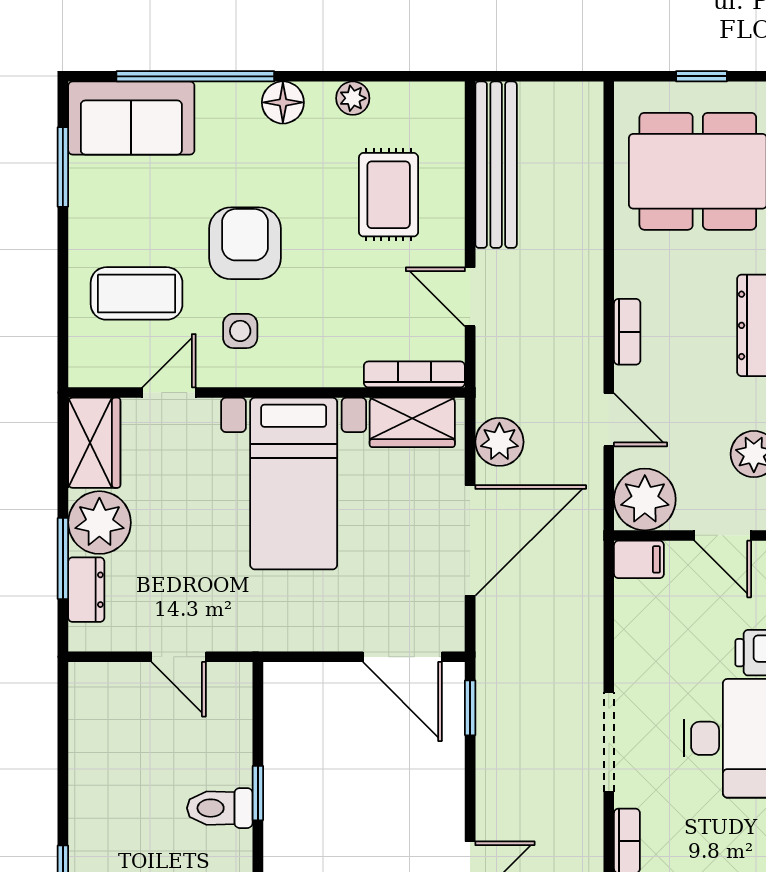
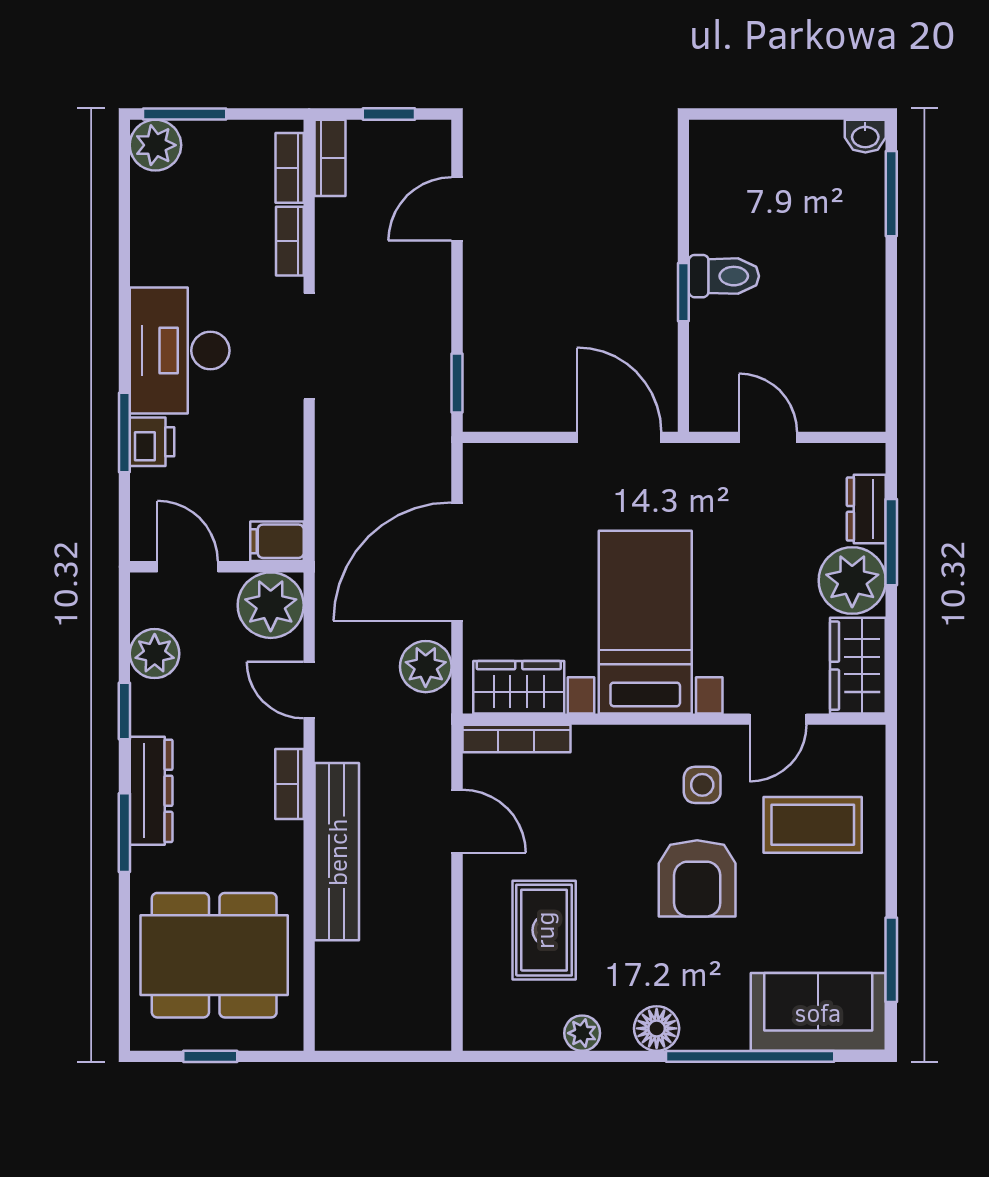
bench: (496, 165) -> (337, 852), moved
door: (402, 657) -> (619, 437), moved

